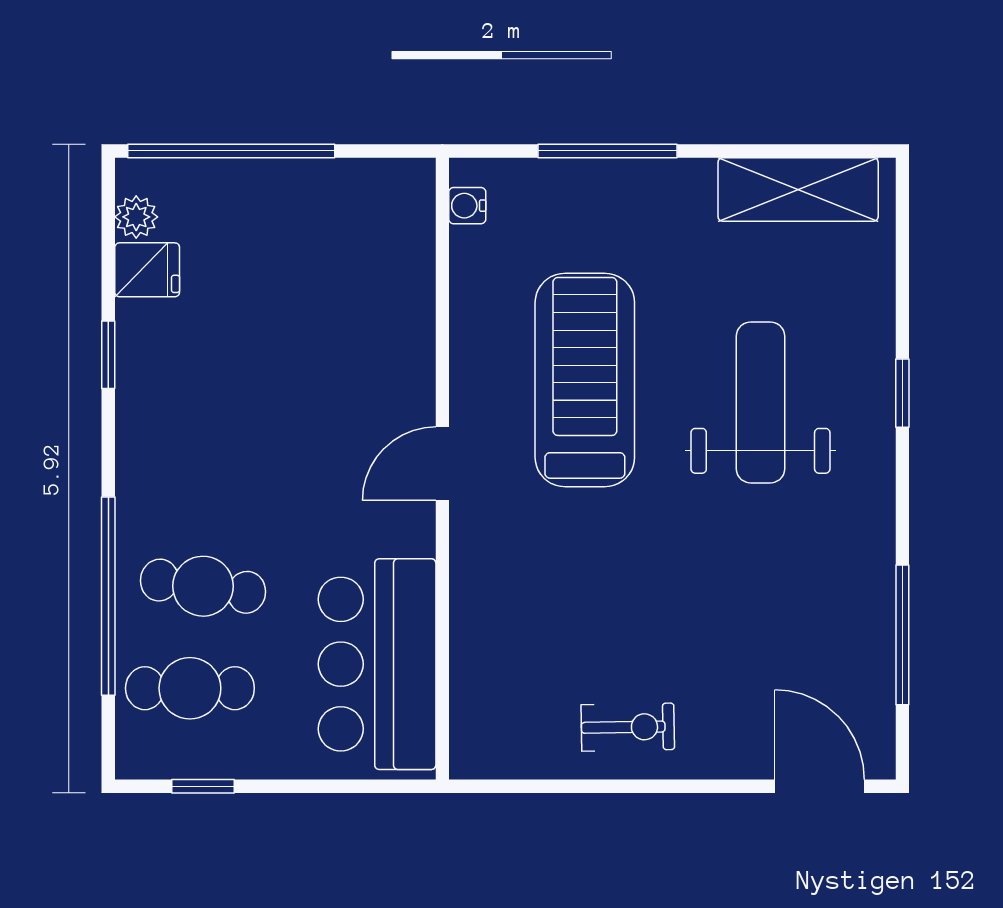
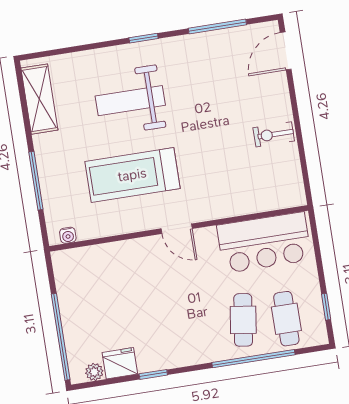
fridge: (147, 270) -> (120, 363), width x1.38
window: (902, 393) -> (144, 38), moved
exercise bike: (628, 727) -> (274, 134), turned -89

